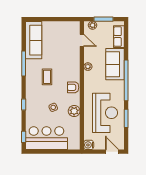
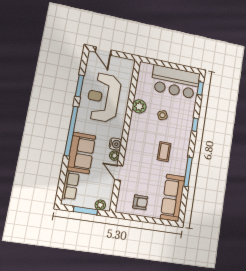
door: (82, 40) -> (119, 173), moved
armchair: (73, 87) -> (140, 202), moved
water cooler: (89, 145) -> (115, 144), moved

